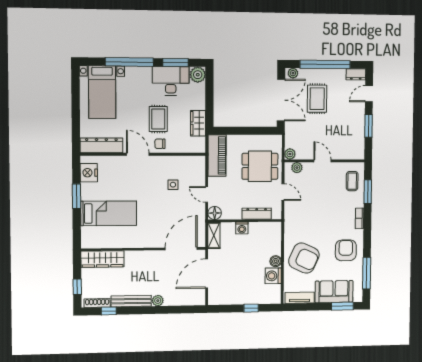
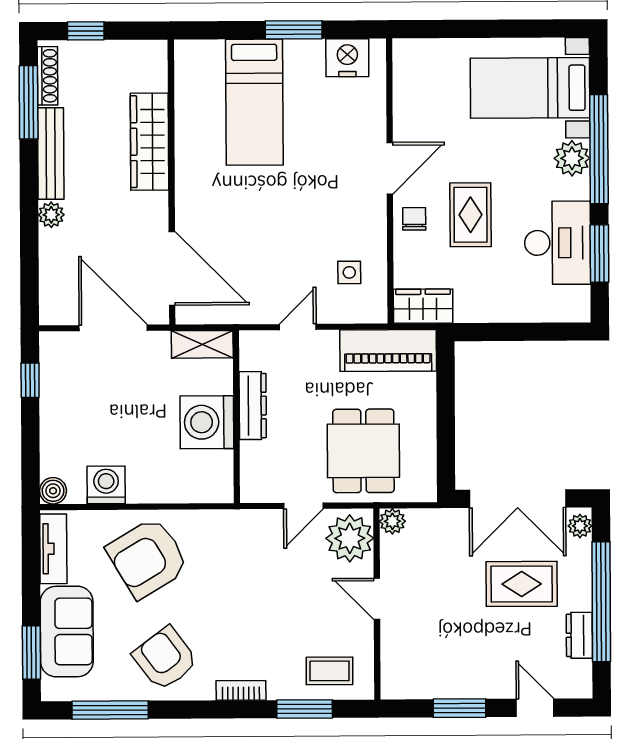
dresser: (356, 74) -> (579, 635), moved
plant: (198, 75) -> (572, 158), moved
rug: (158, 119) -> (470, 215), turned 90
wardrobe: (198, 123) -> (423, 306), moved
dresser: (101, 145) -> (409, 86), removed
door: (322, 161) -> (377, 599), swing flipped
plant: (297, 168) -> (350, 538), width x1.88, depth x1.88
side table: (173, 185) -> (349, 272), moved
floor lamp: (215, 213) -> (255, 346), removed
dresser: (257, 214) -> (253, 406), moved
washing machine: (242, 228) -> (207, 422), width x1.89, depth x1.89
armchair: (346, 250) -> (165, 658), turned -127
armchair: (304, 258) -> (148, 558), turned 34
wardrobe: (103, 259) -> (149, 142), moved
boiler: (276, 261) -> (53, 491), moved
window: (251, 308) -> (30, 380), moved
window: (109, 311) -> (29, 102), width x2.17

